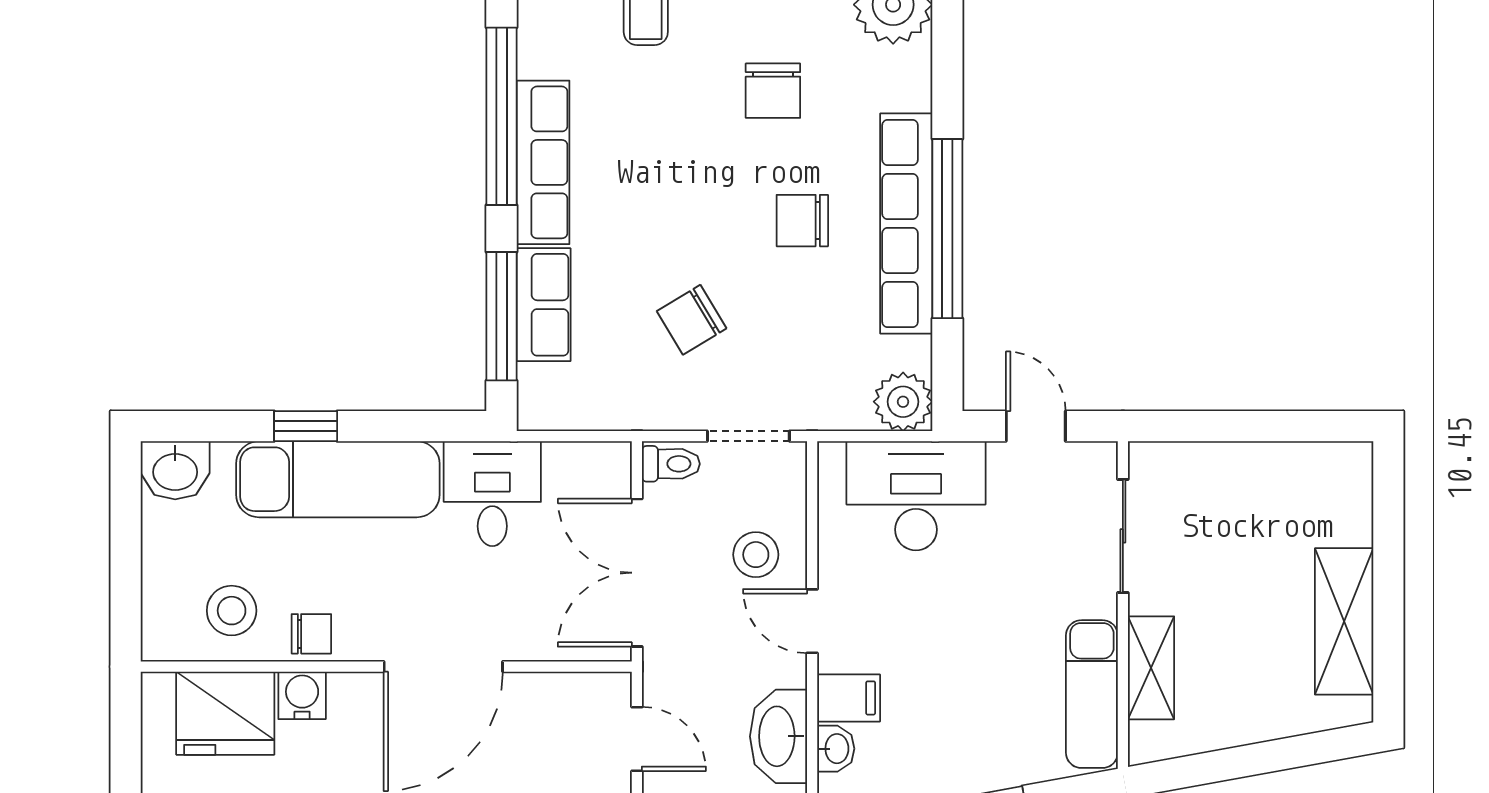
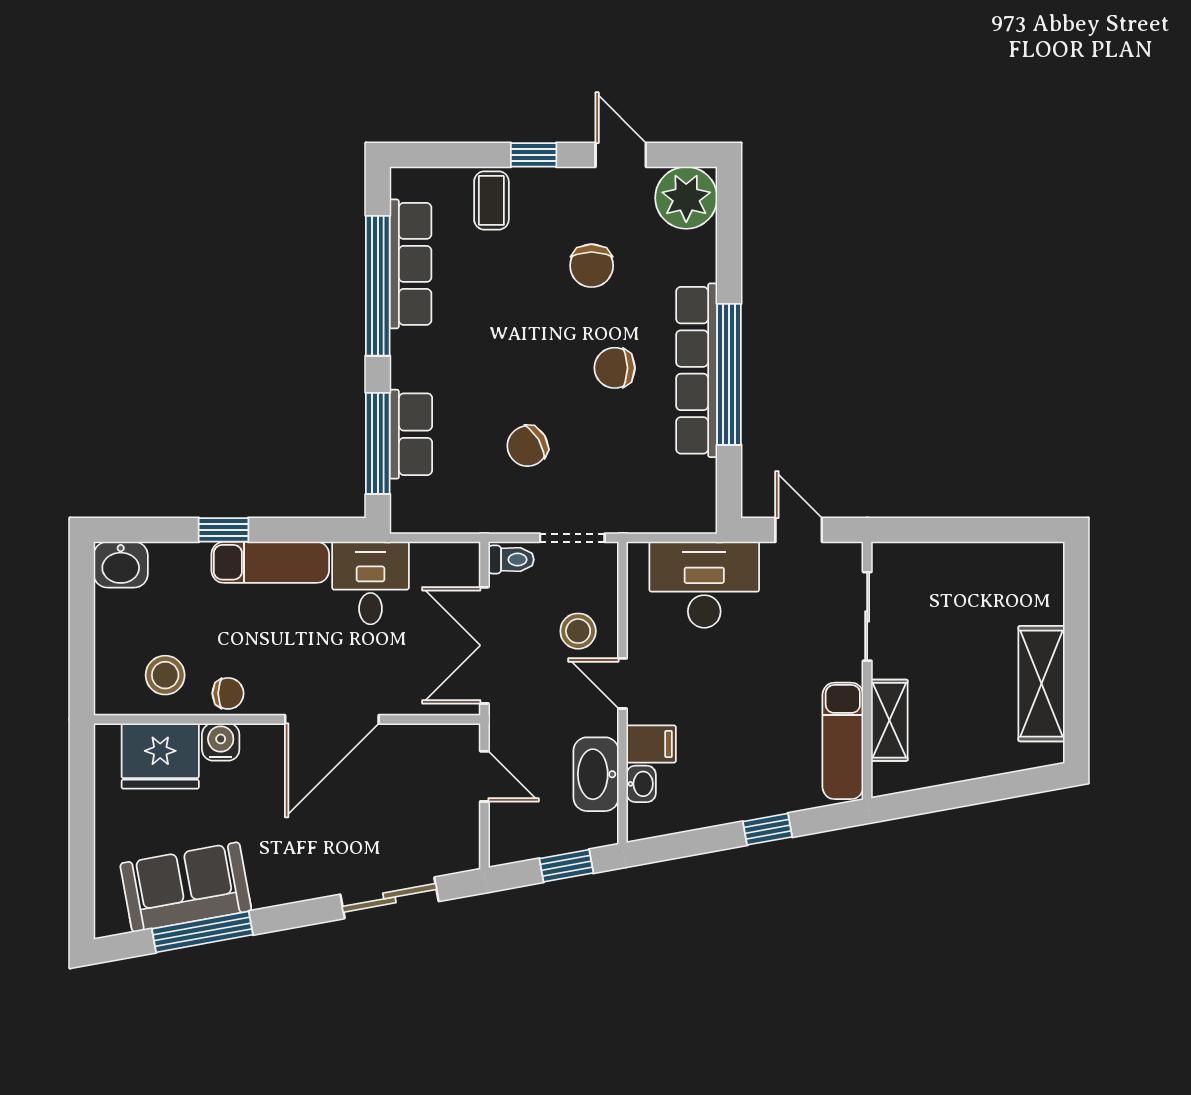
row of seats: (543, 162) -> (410, 264), moved
plant: (903, 402) -> (694, 511), removed
exam couch: (338, 479) -> (270, 562), width x0.73, depth x0.69

